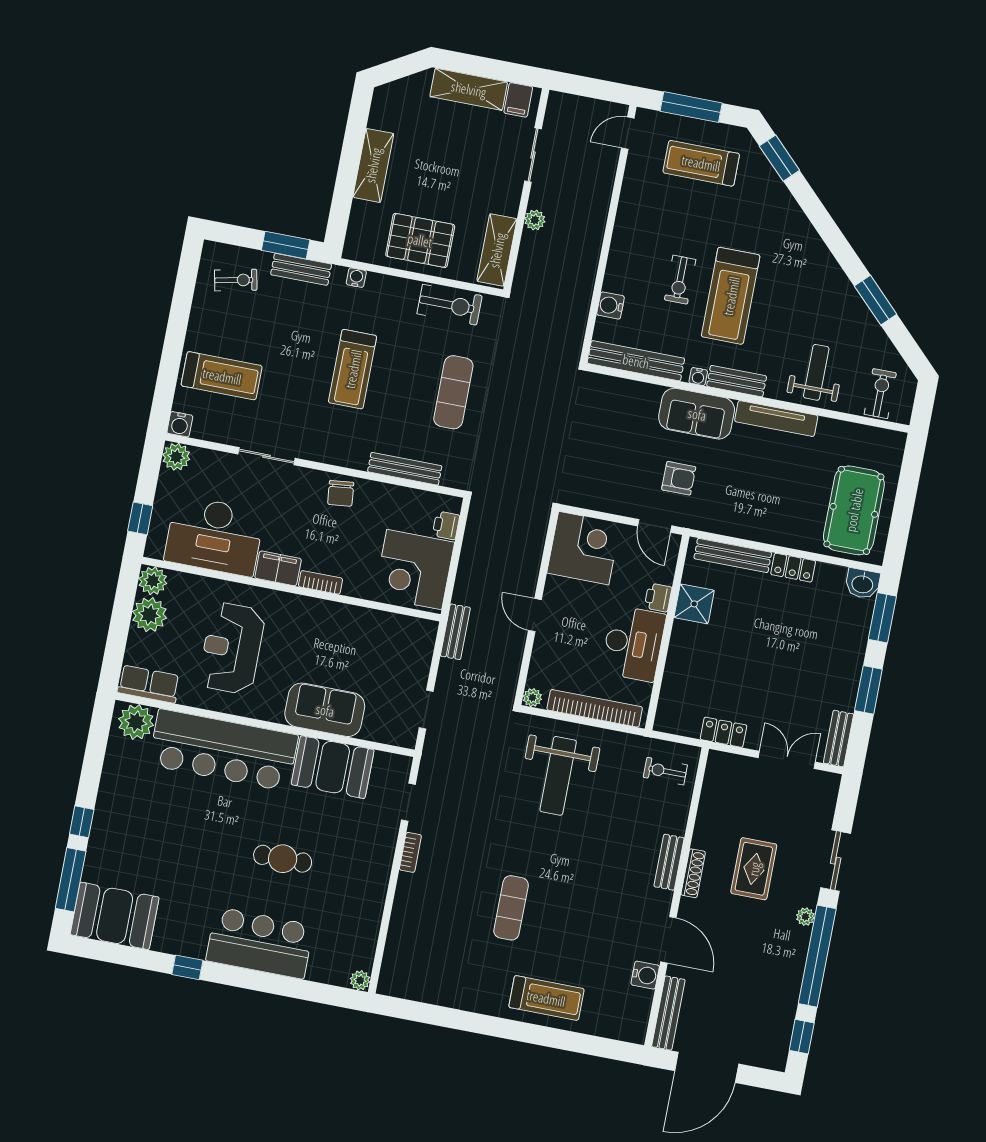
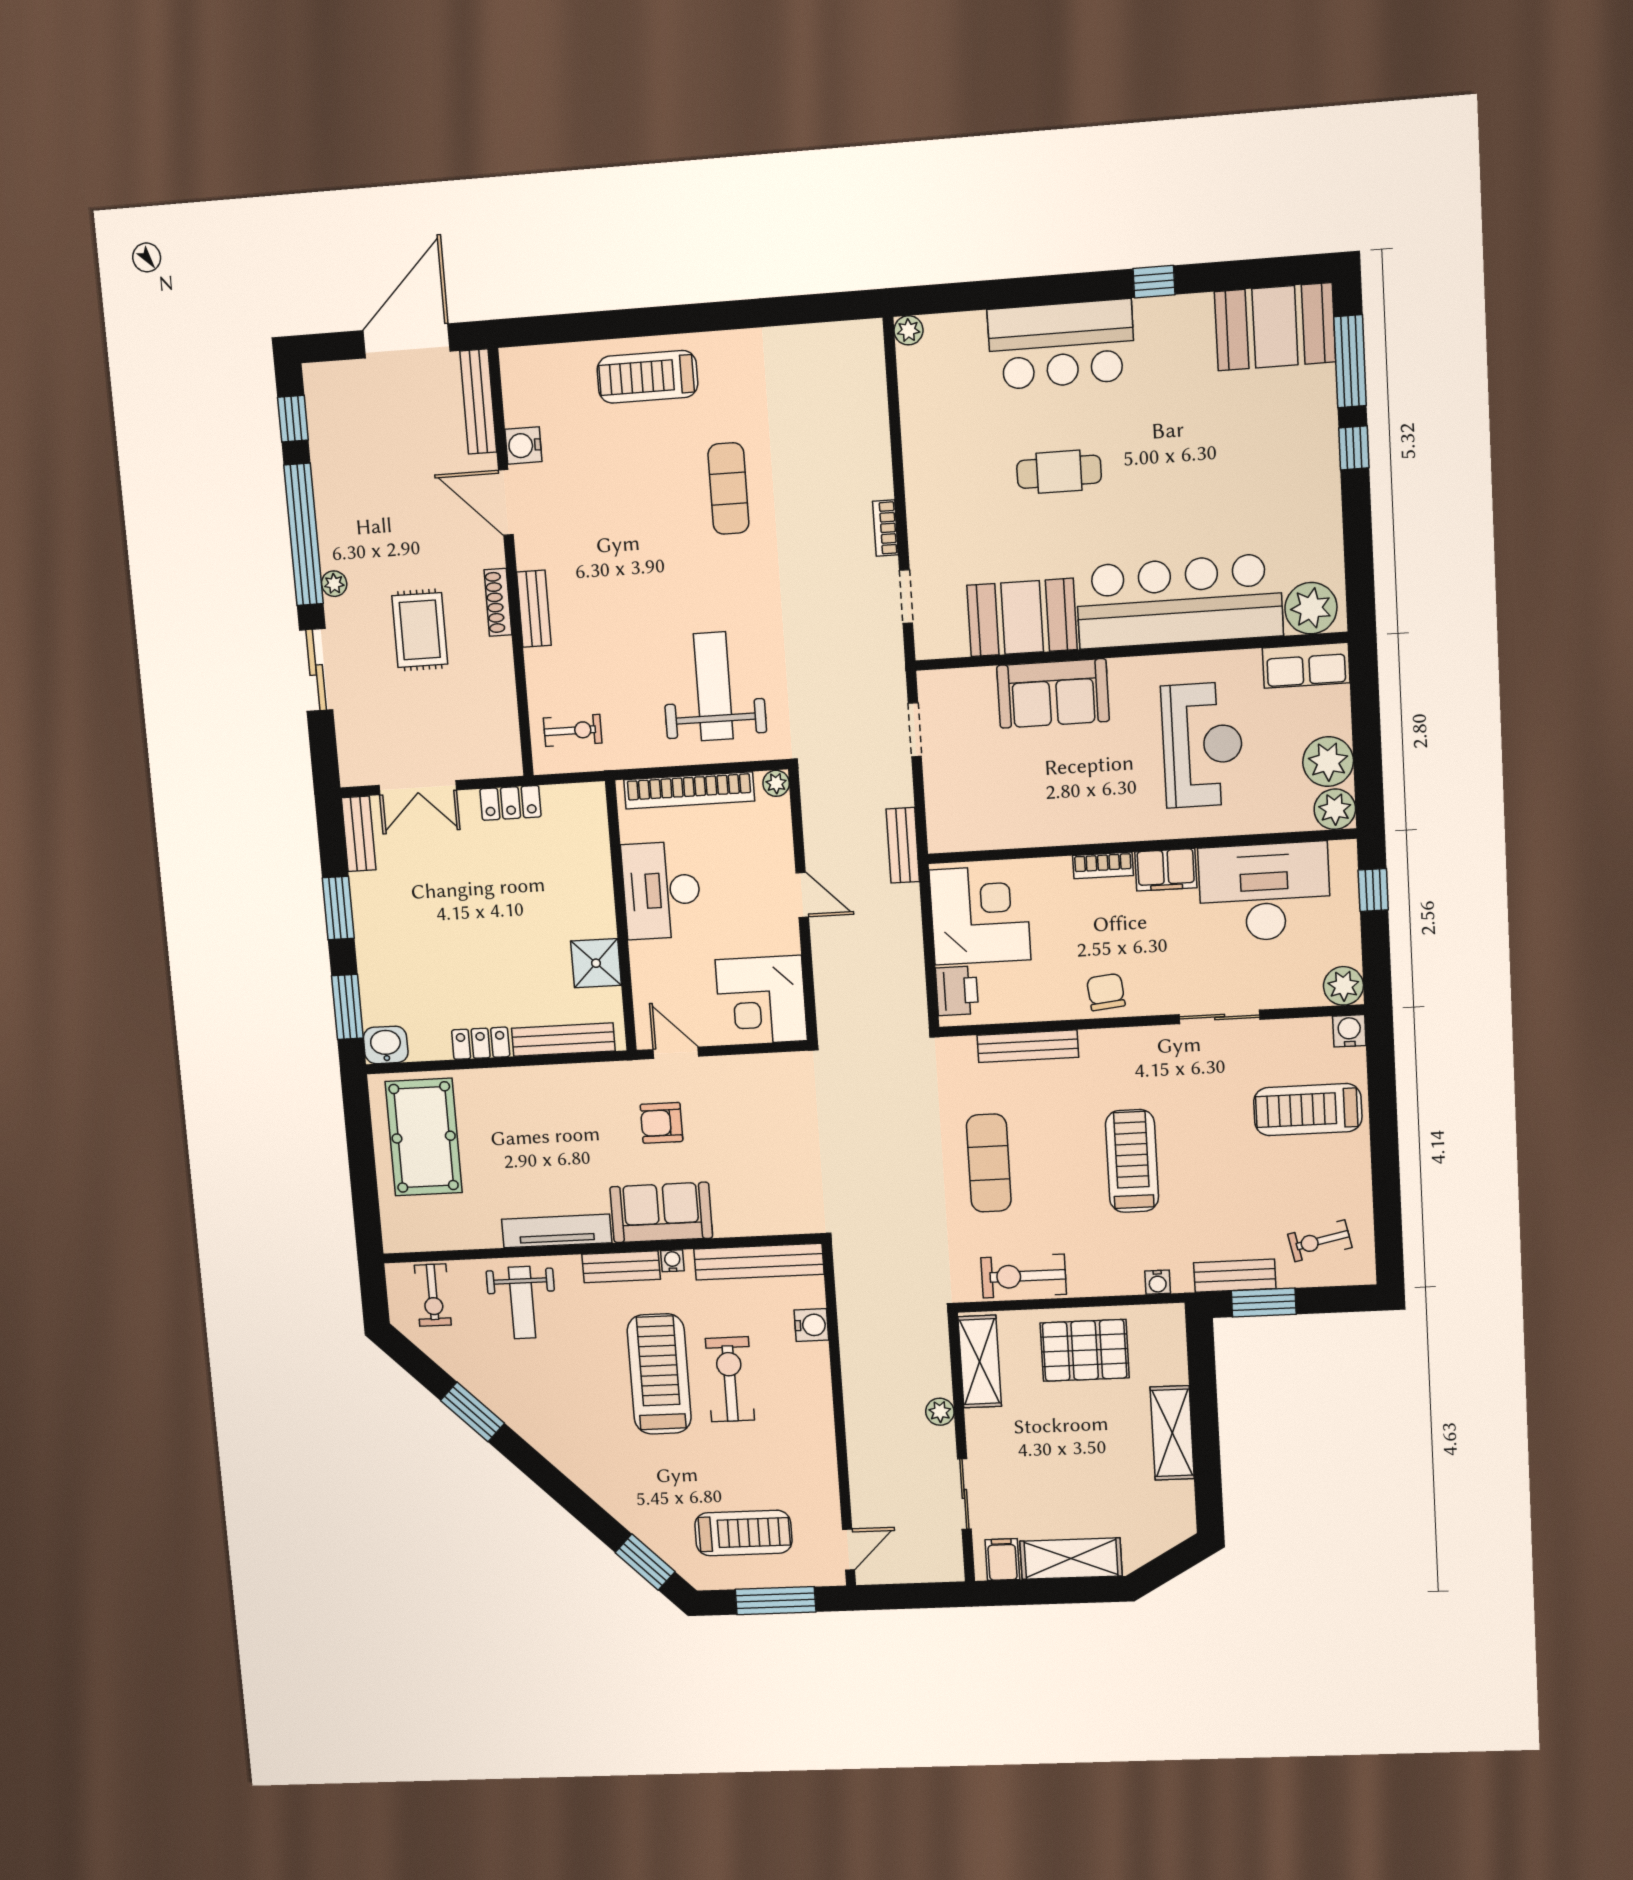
exercise bike: (680, 280) -> (730, 1379), width x1.38, depth x1.39
printer: (446, 525) -> (957, 991), width x1.36, depth x1.24
printer: (658, 597) -> (645, 960), removed

